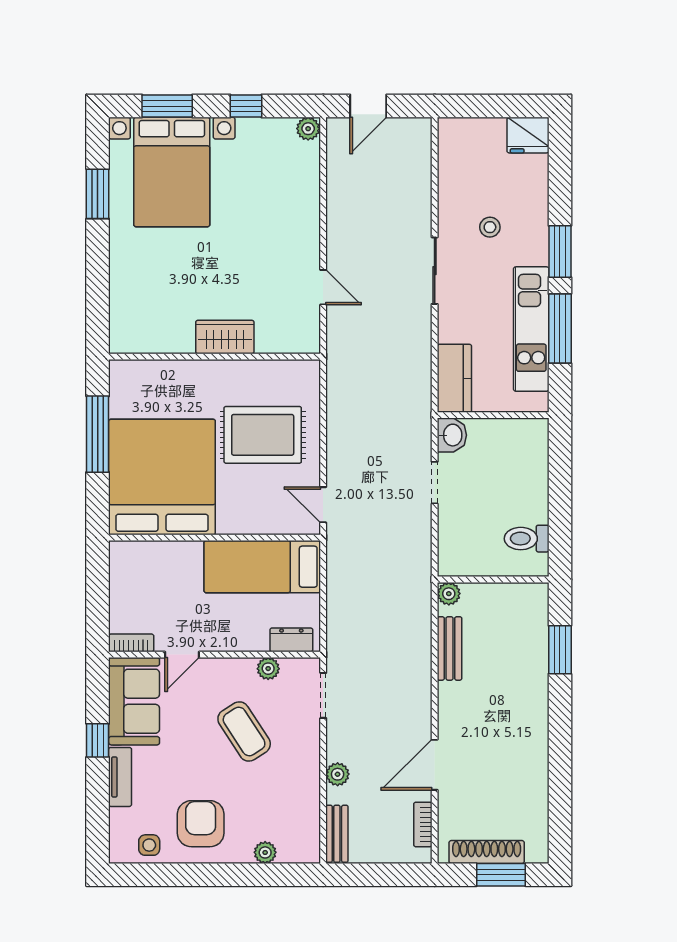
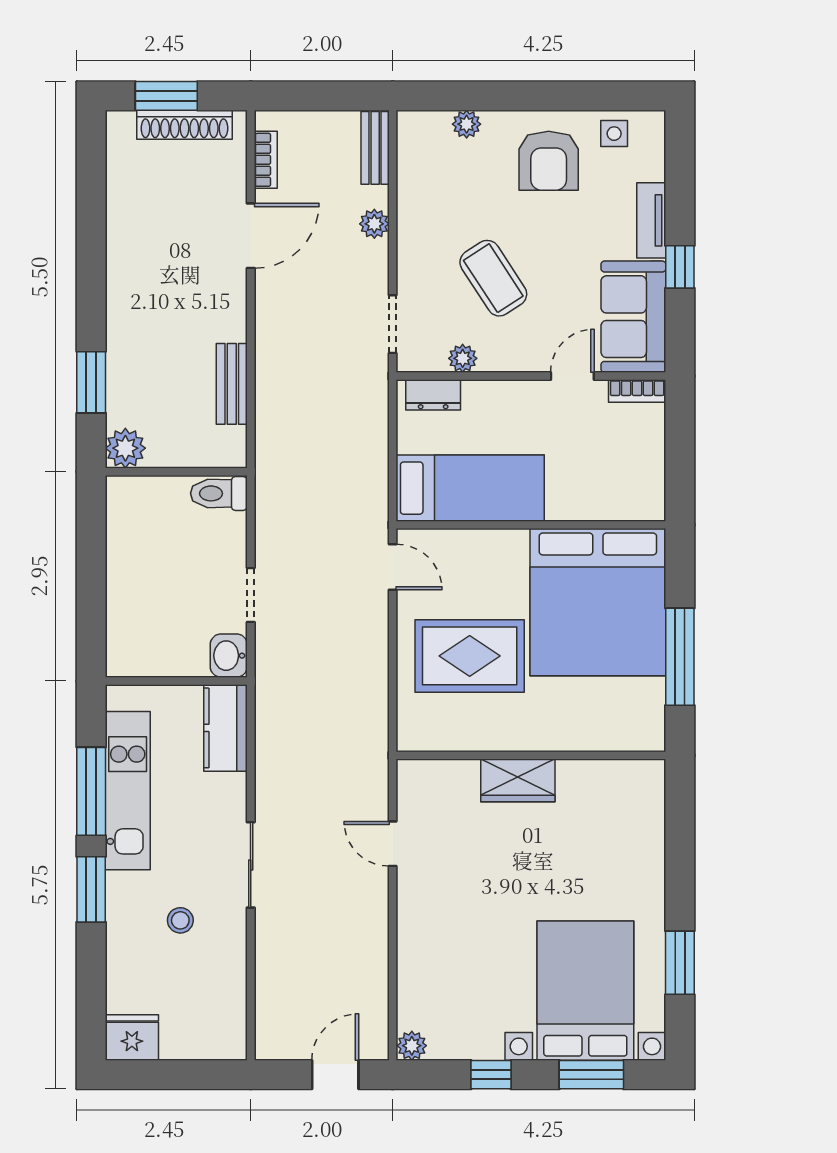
toilet: (527, 539) -> (219, 493), moved, turned 180
plant: (449, 594) -> (125, 448), moved, width x1.38, depth x1.38

